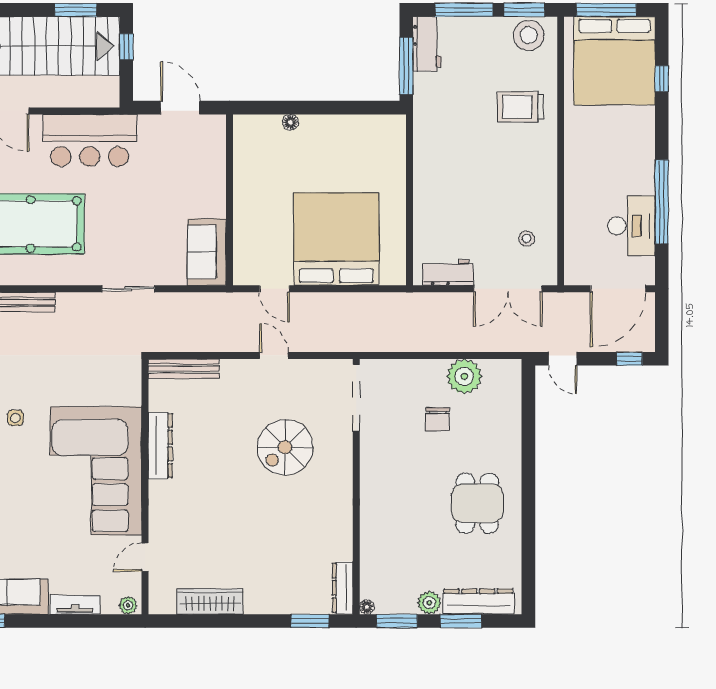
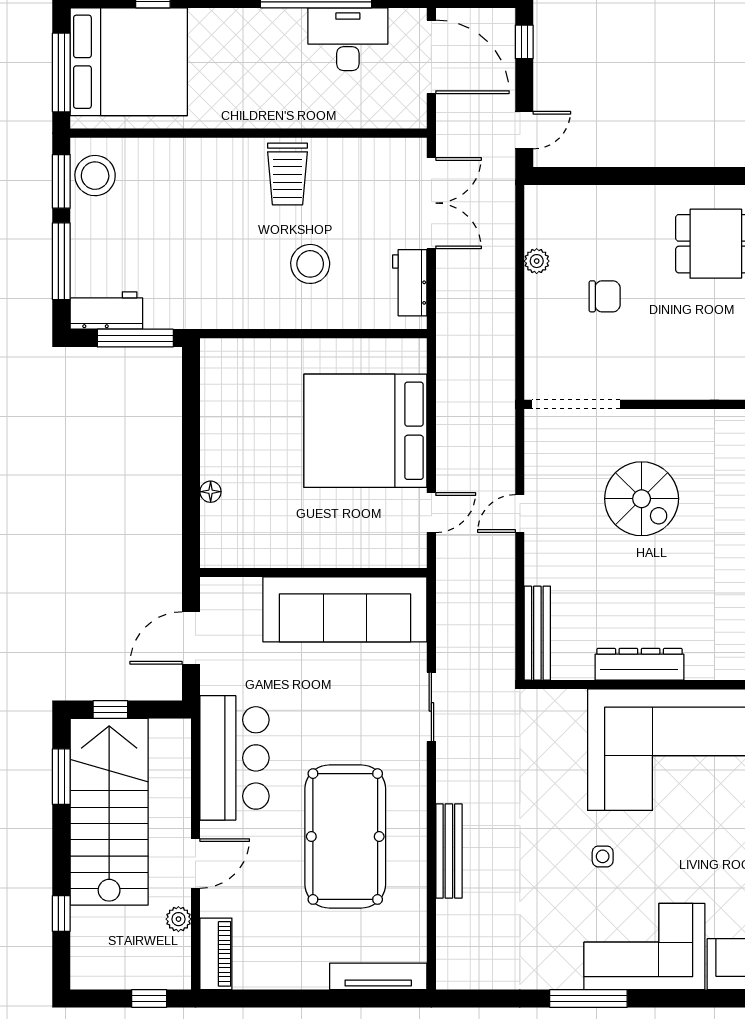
trolley: (521, 107) -> (287, 174), moved
stool: (527, 238) -> (310, 264), moved, width x1.89, depth x1.89
sofa: (207, 252) -> (345, 609), width x1.85, depth x1.27
plant: (464, 376) -> (537, 261), width x0.53, depth x0.53

